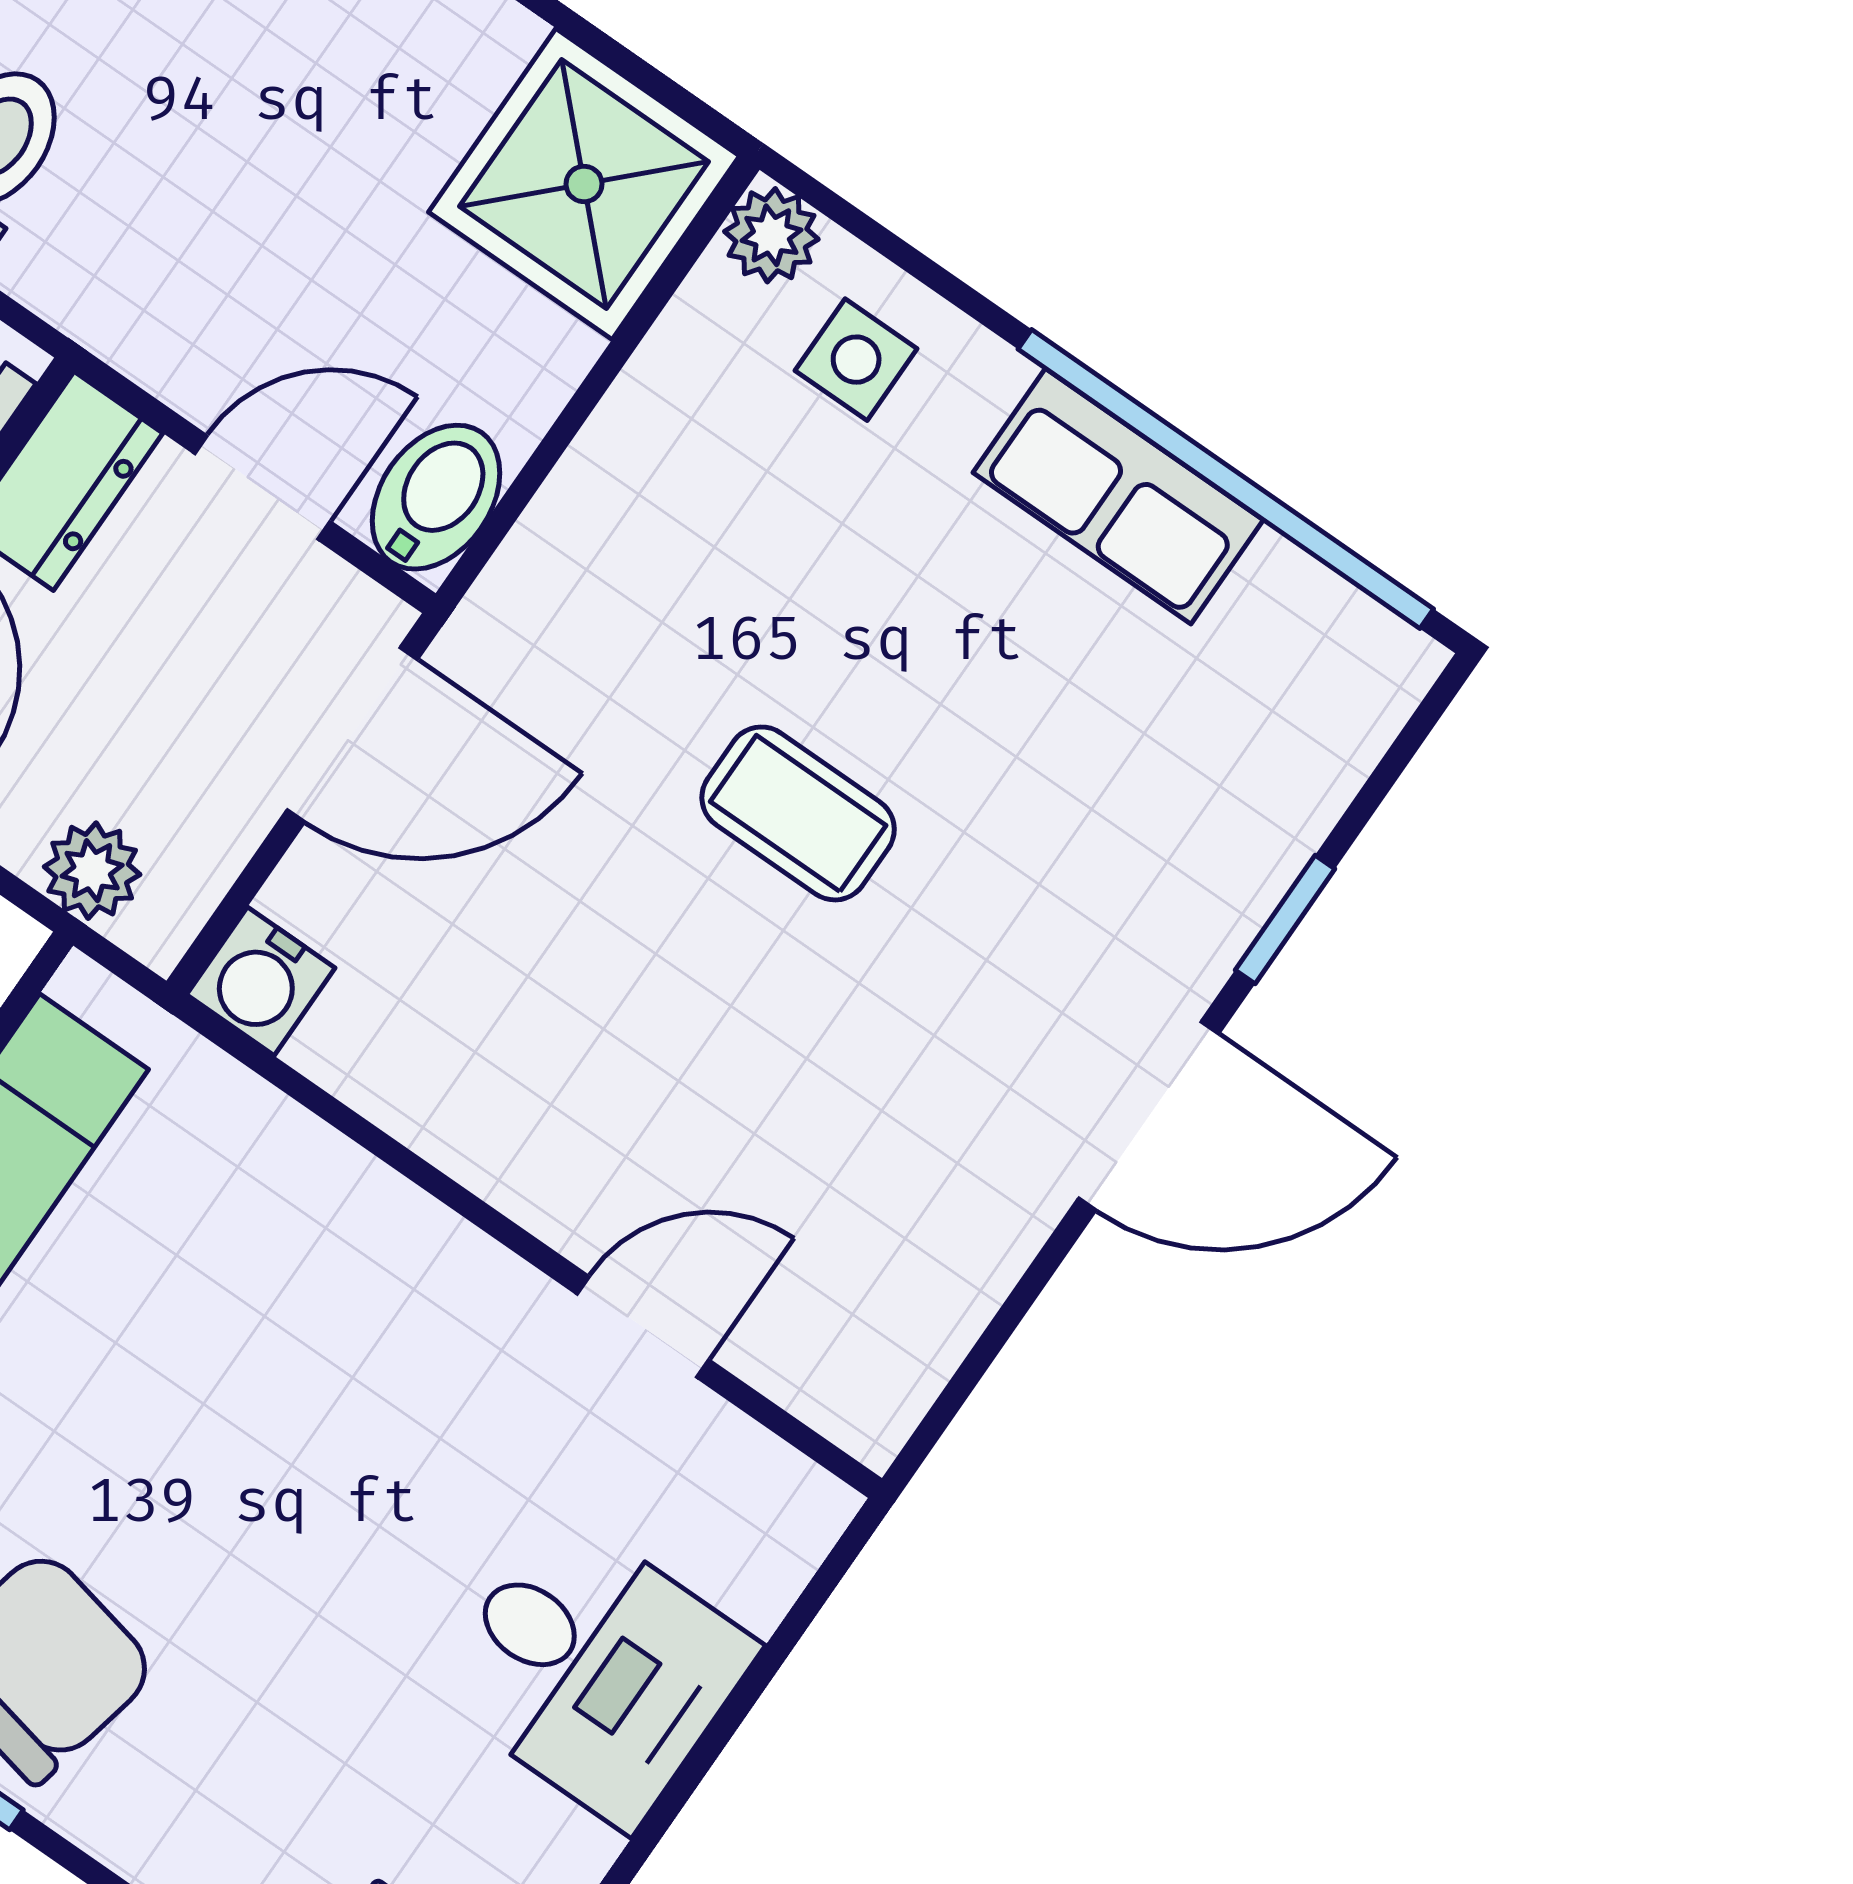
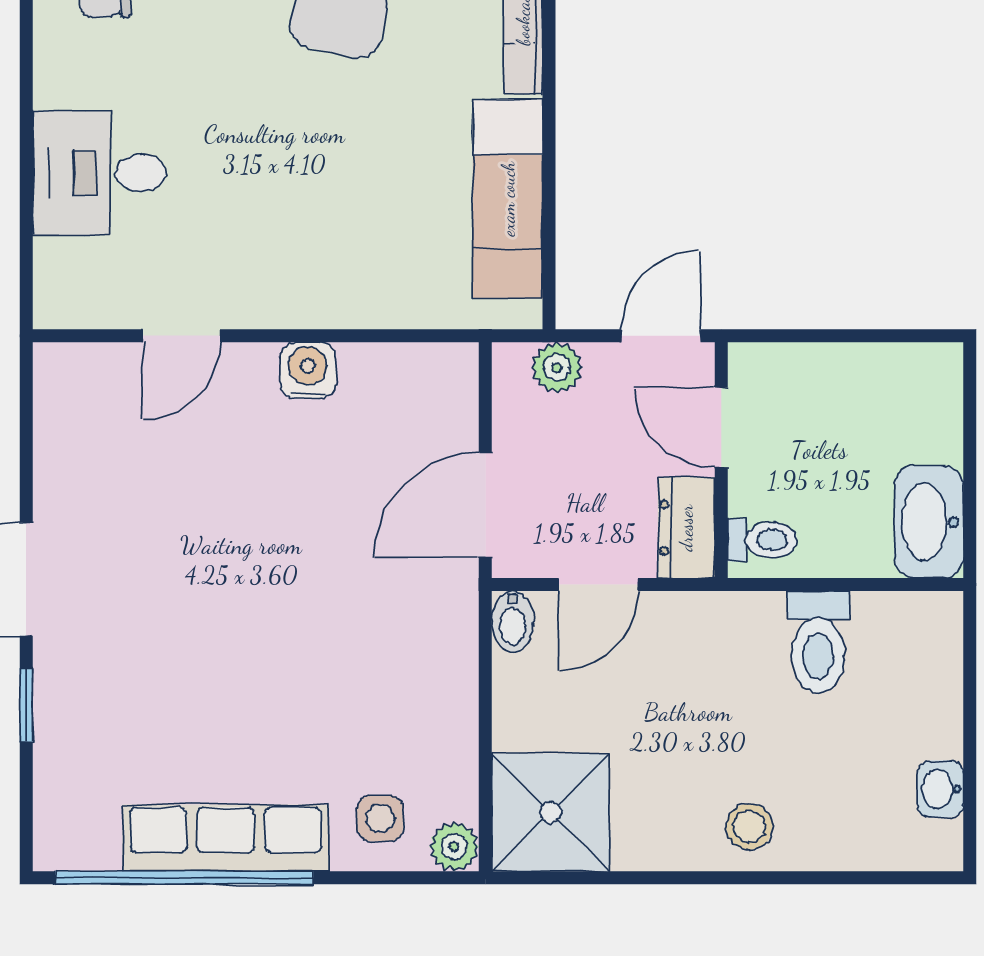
row of seats: (1118, 496) -> (226, 838), width x1.48
bidet: (436, 497) -> (512, 622), width x0.72, depth x0.74
coffee table: (798, 813) -> (269, 605), removed
water cooler: (261, 981) -> (308, 370), moved

